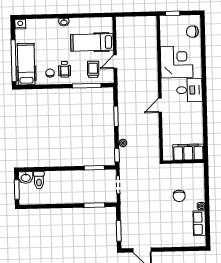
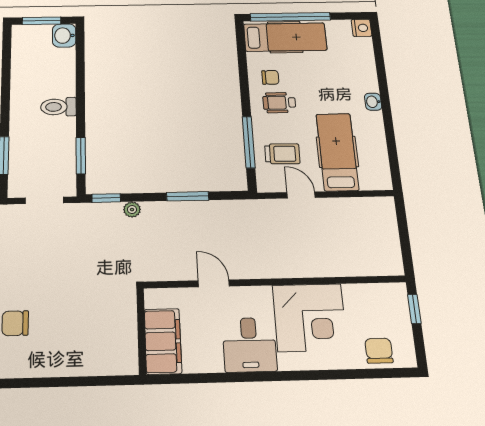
filing cabinet: (188, 152) -> (163, 341), moved
wall: (183, 162) -> (141, 331), moved
toilet: (39, 180) -> (58, 107), moved

